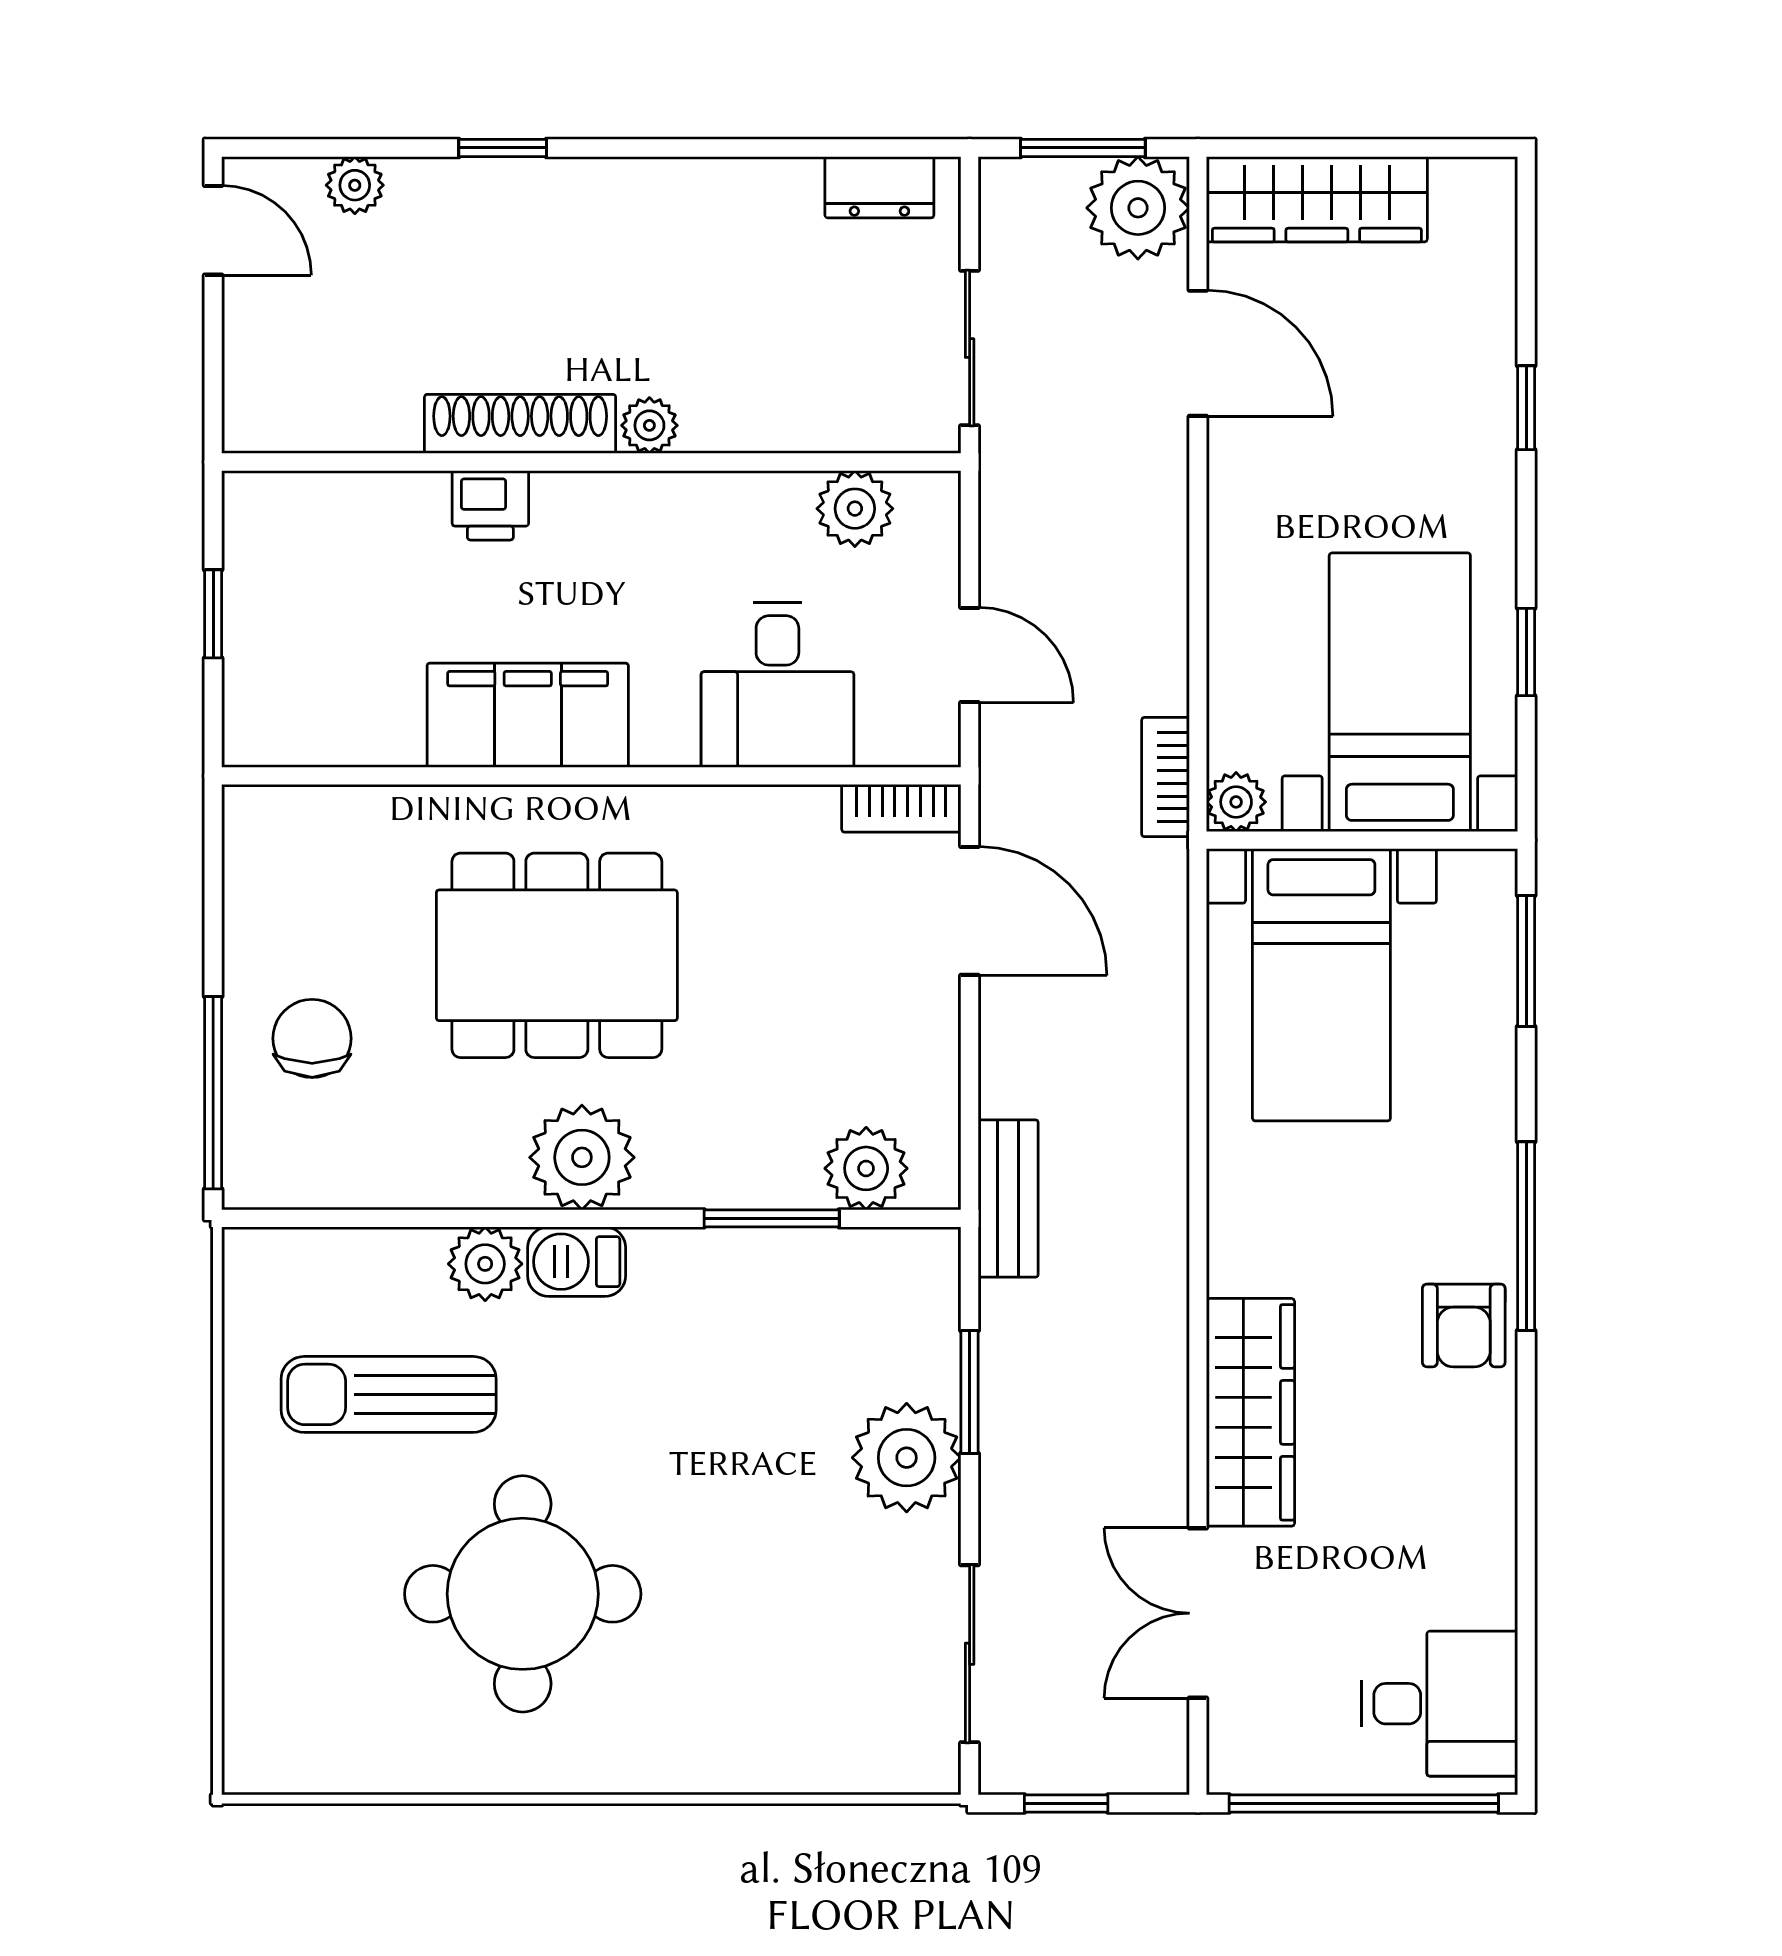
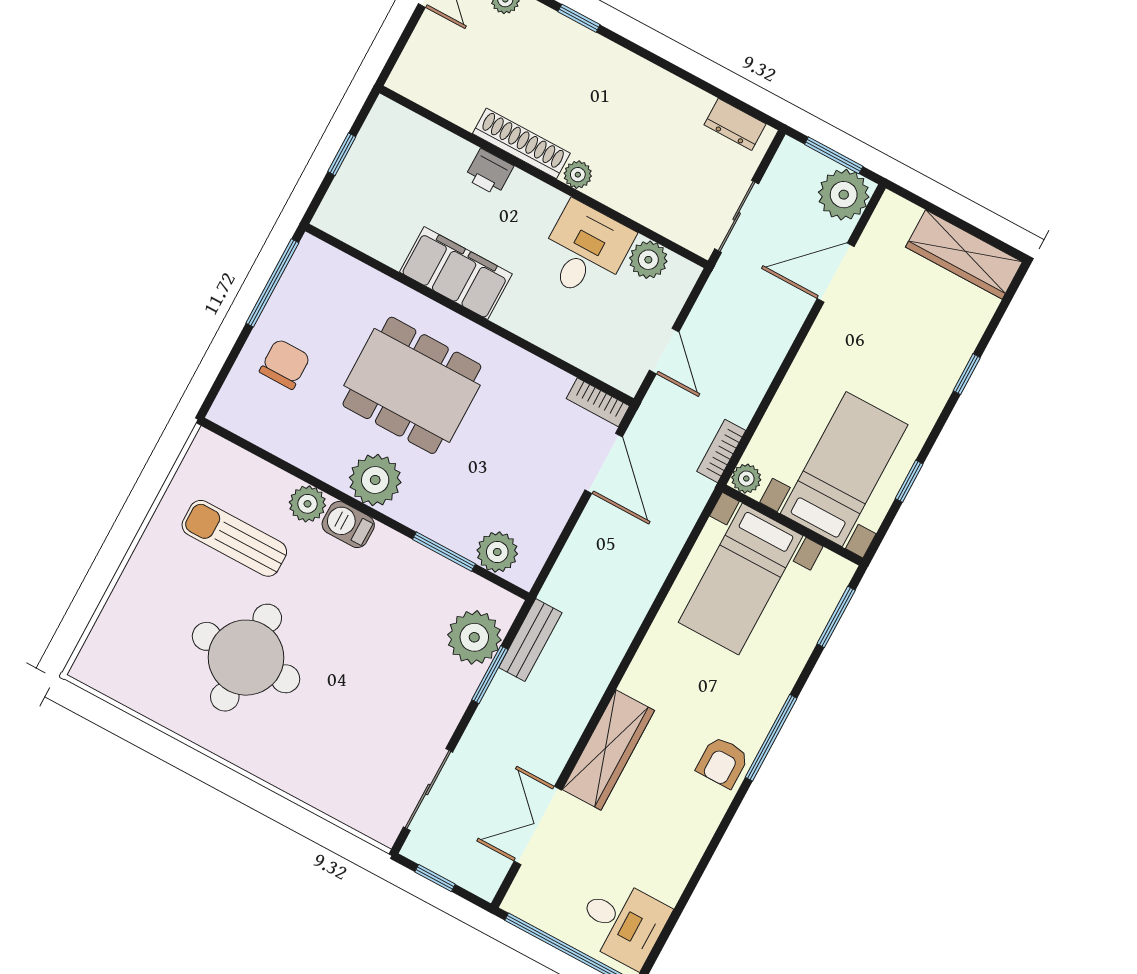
wardrobe: (1317, 199) -> (964, 254), moved
door: (1198, 353) -> (836, 273), swing flipped
desk: (777, 685) -> (585, 251), moved, turned 180
window: (213, 1093) -> (272, 283), moved
bench: (1008, 1198) -> (530, 640), moved
plant: (907, 1458) -> (474, 637), moved

